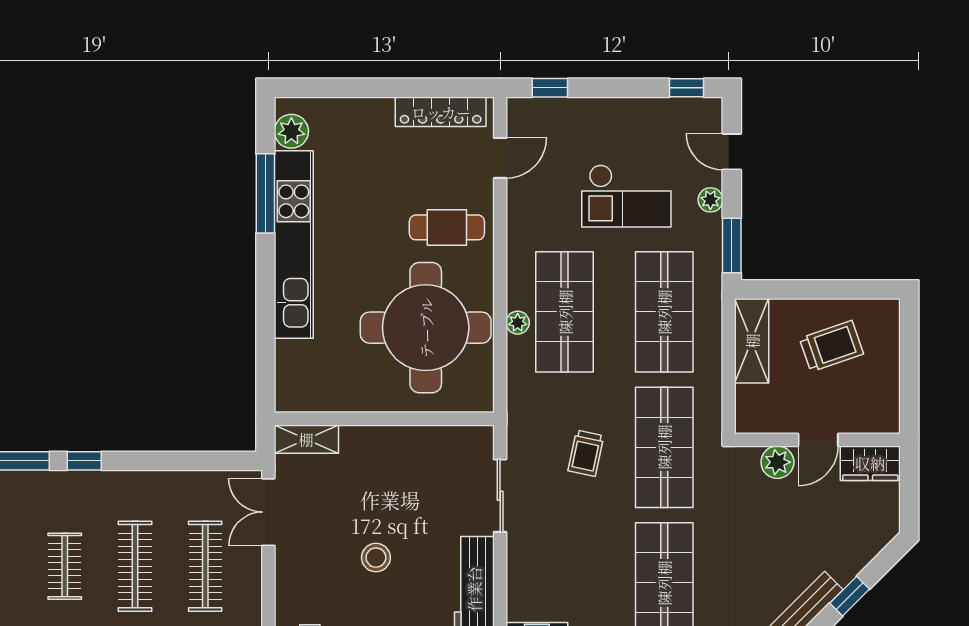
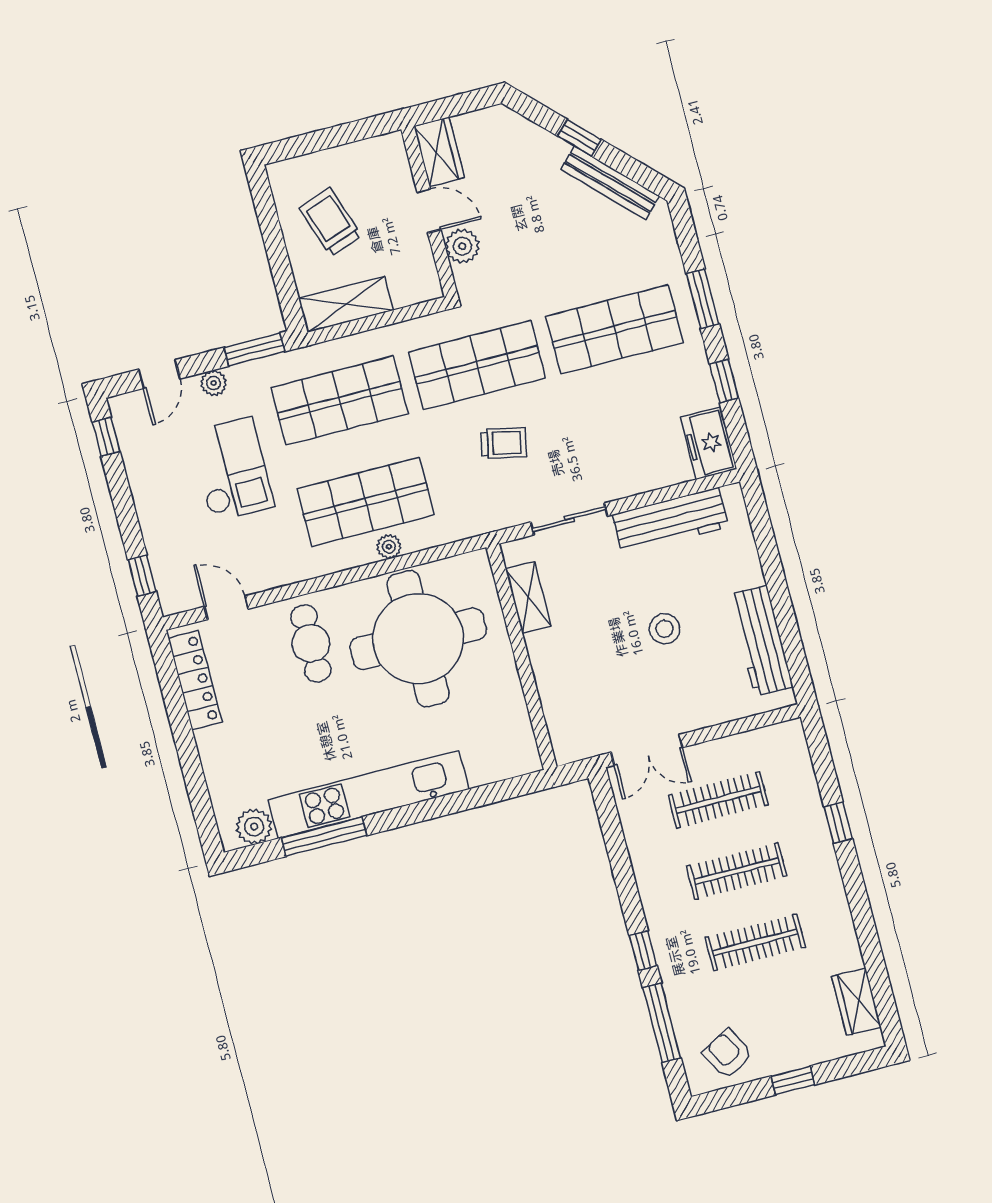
shelving: (306, 439) -> (528, 598), moved
clothes rail: (65, 566) -> (755, 942), width x1.36

